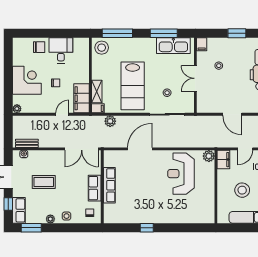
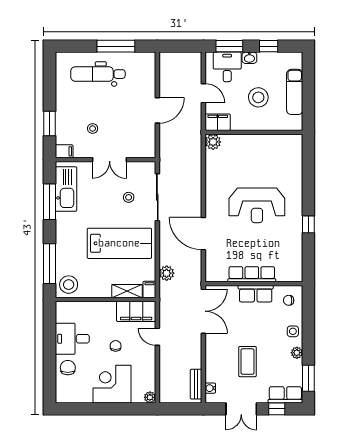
window: (237, 33) -> (50, 124), moved
reception desk: (181, 174) -> (257, 205), moved

